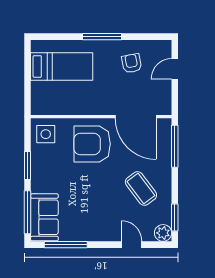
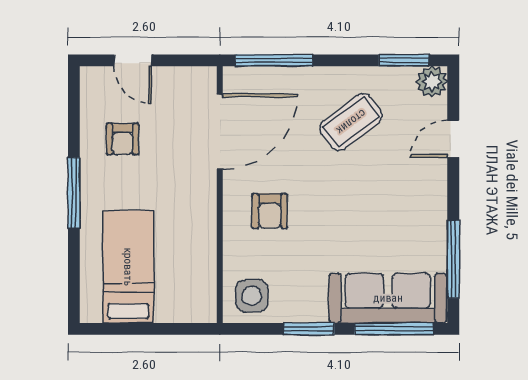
armchair: (132, 63) -> (122, 139), turned -79
armchair: (92, 144) -> (270, 211), width x0.53, depth x0.53
sofa: (44, 217) -> (388, 298), width x1.36

